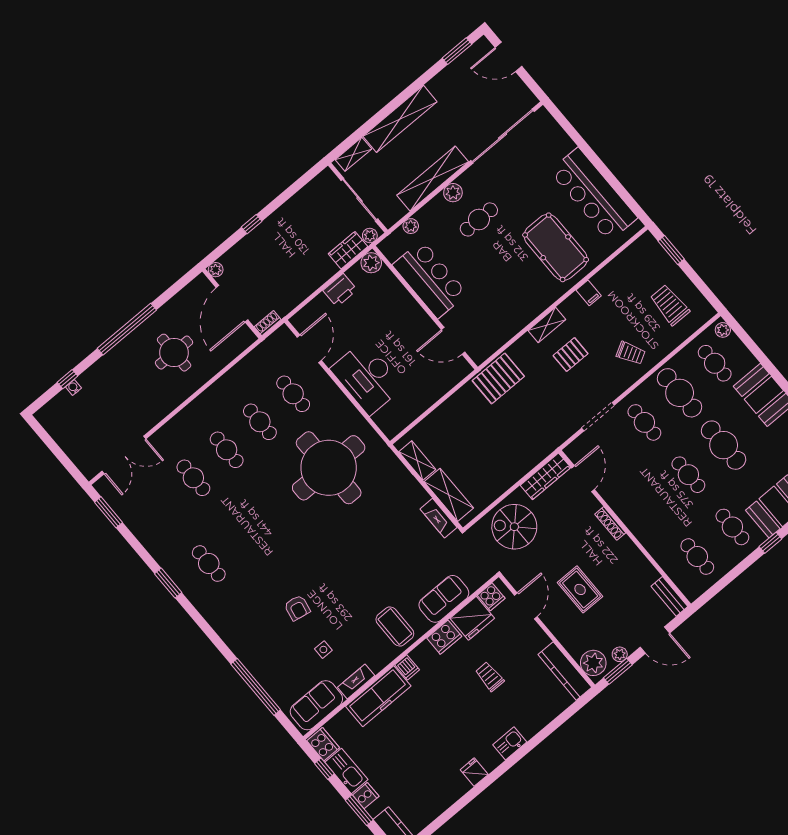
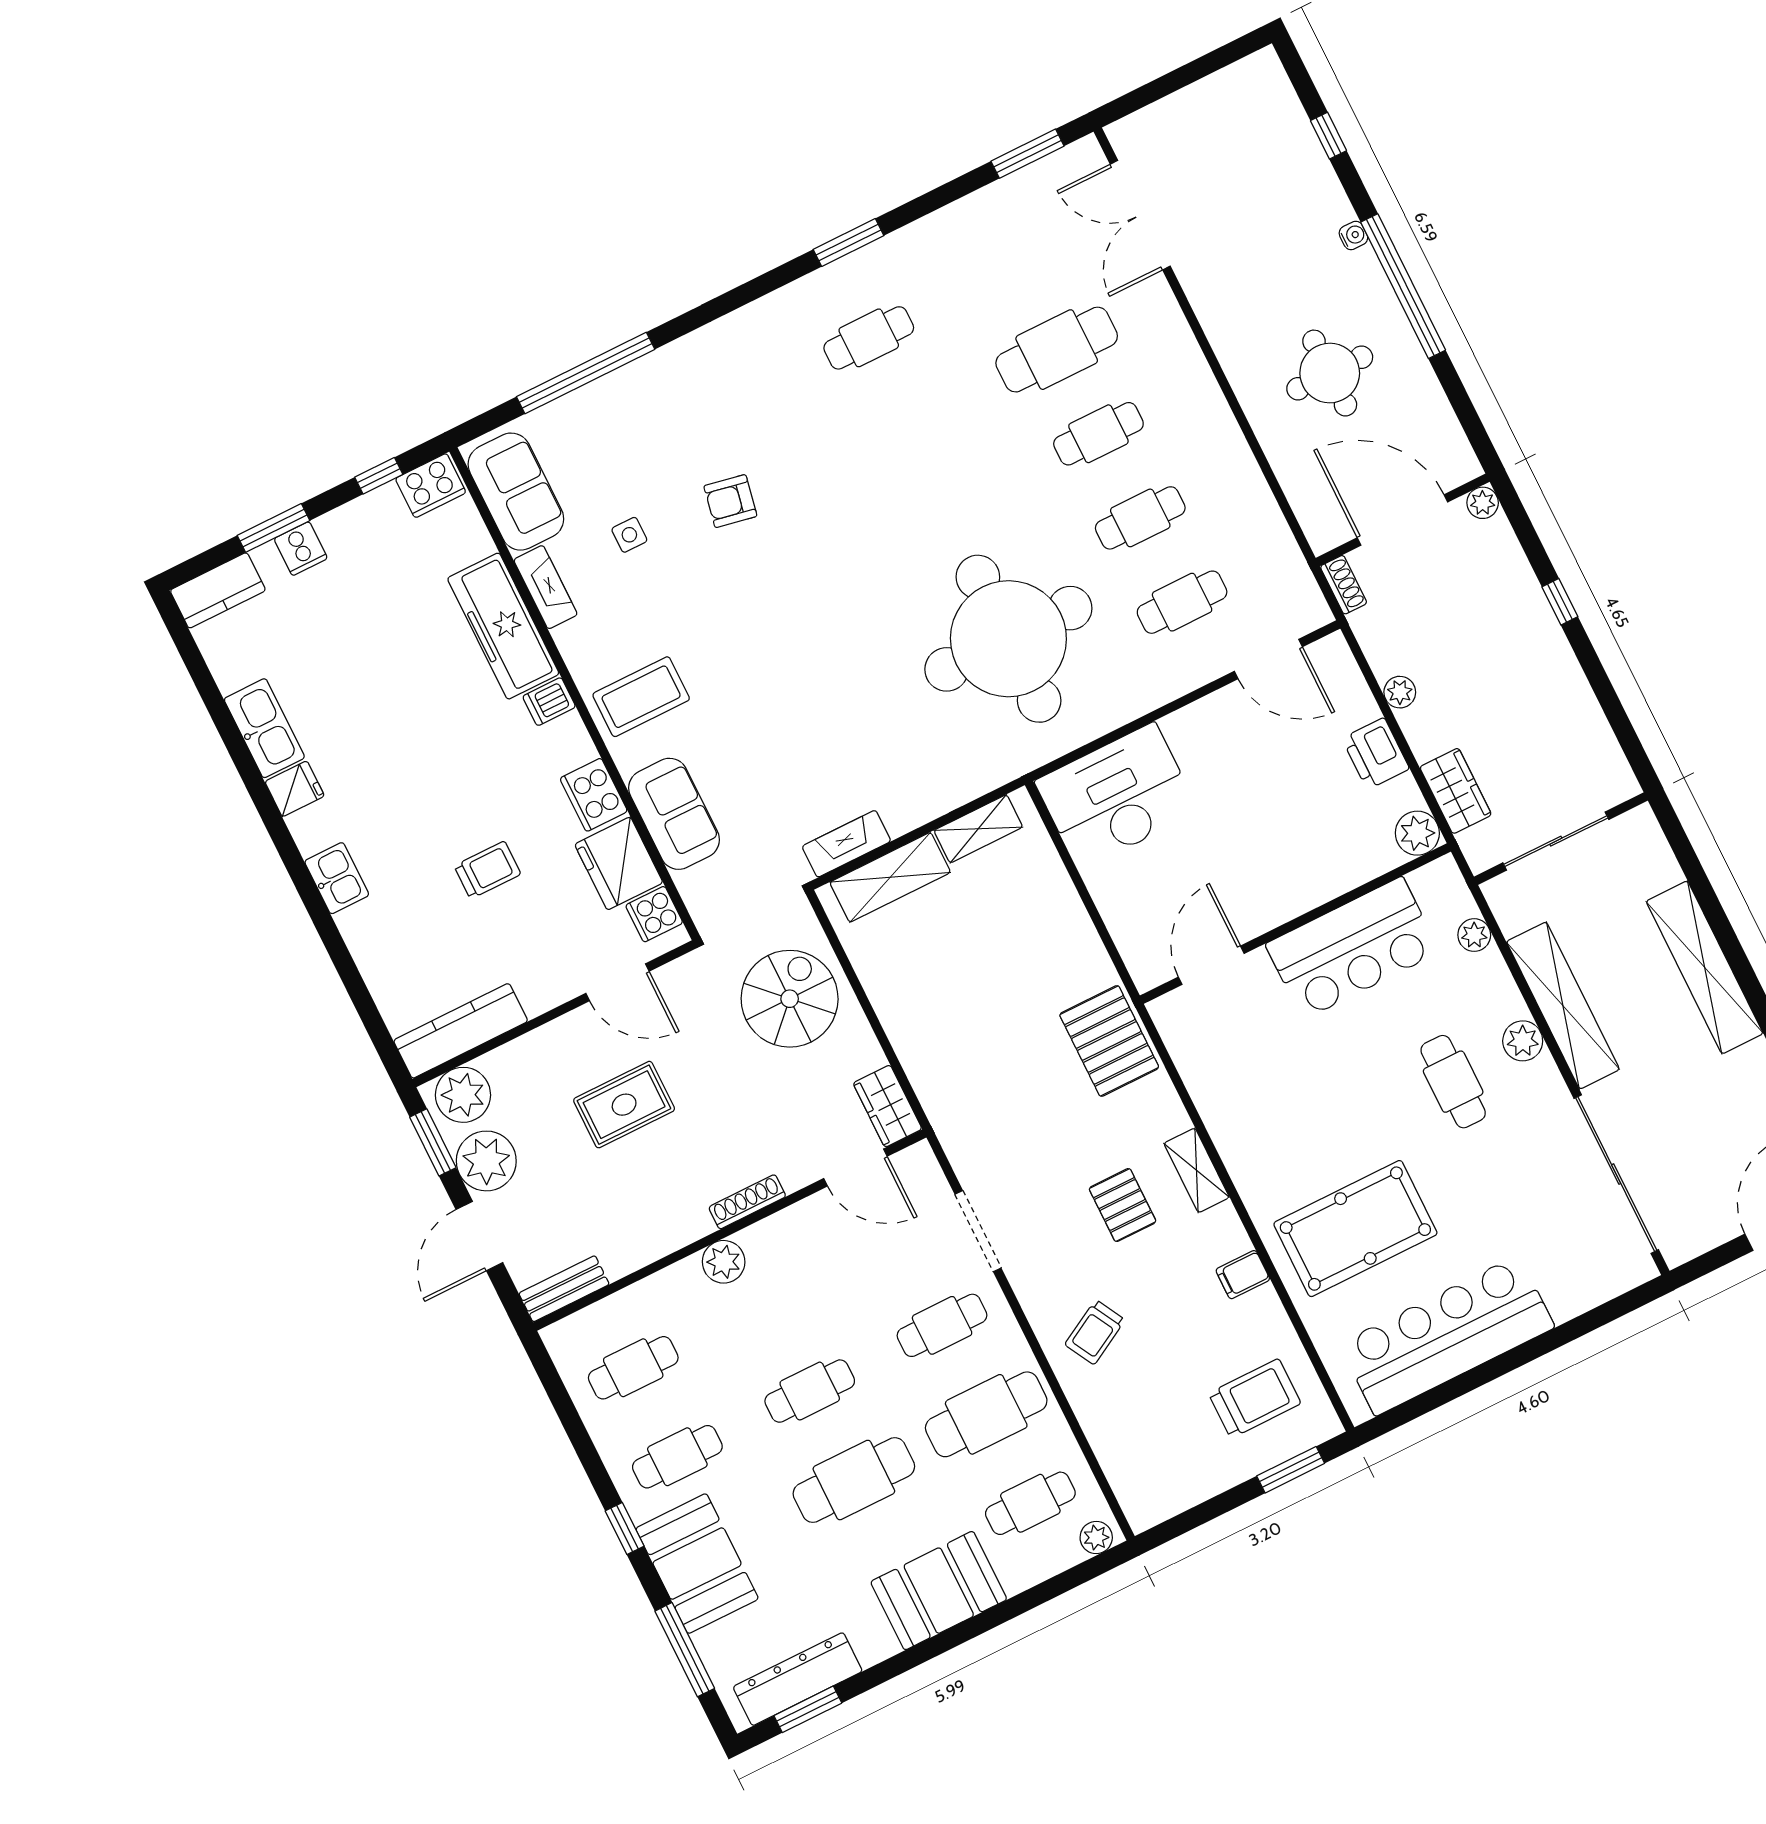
shelving: (353, 154) -> (1654, 851), removed
plant: (370, 236) -> (1400, 692), moved
trolley: (670, 305) -> (1255, 1398), moved
desk: (367, 378) -> (1117, 796), moved
water cooler: (73, 387) -> (1353, 235), moved
wardrobe: (545, 476) -> (888, 1106), width x0.67
cafe table: (193, 478) -> (1057, 350), width x1.37, depth x1.35
plant: (640, 528) -> (724, 1262), added
plant: (620, 654) -> (486, 1161), width x1.88, depth x1.88
kitchen sink: (346, 771) -> (264, 728), moved, turned -90

